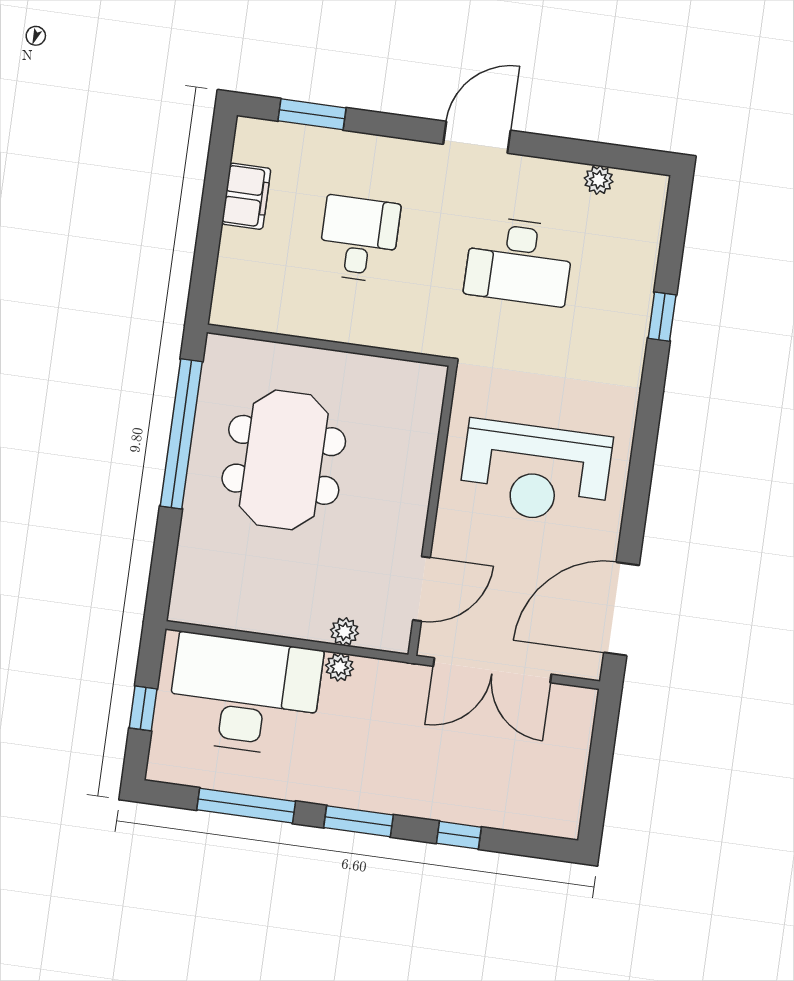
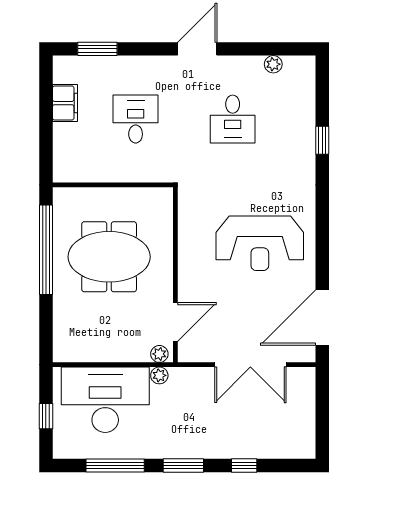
desk: (519, 261) -> (233, 119), width x0.73
meeting table: (284, 460) -> (109, 257), turned 90
wall: (432, 511) -> (175, 275), moved
door: (422, 589) -> (175, 322), moved

